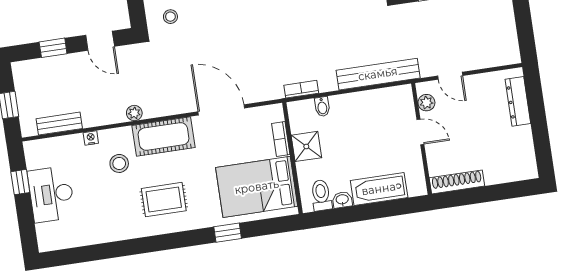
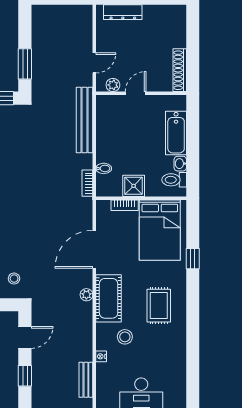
plant: (134, 113) -> (86, 295), moved

